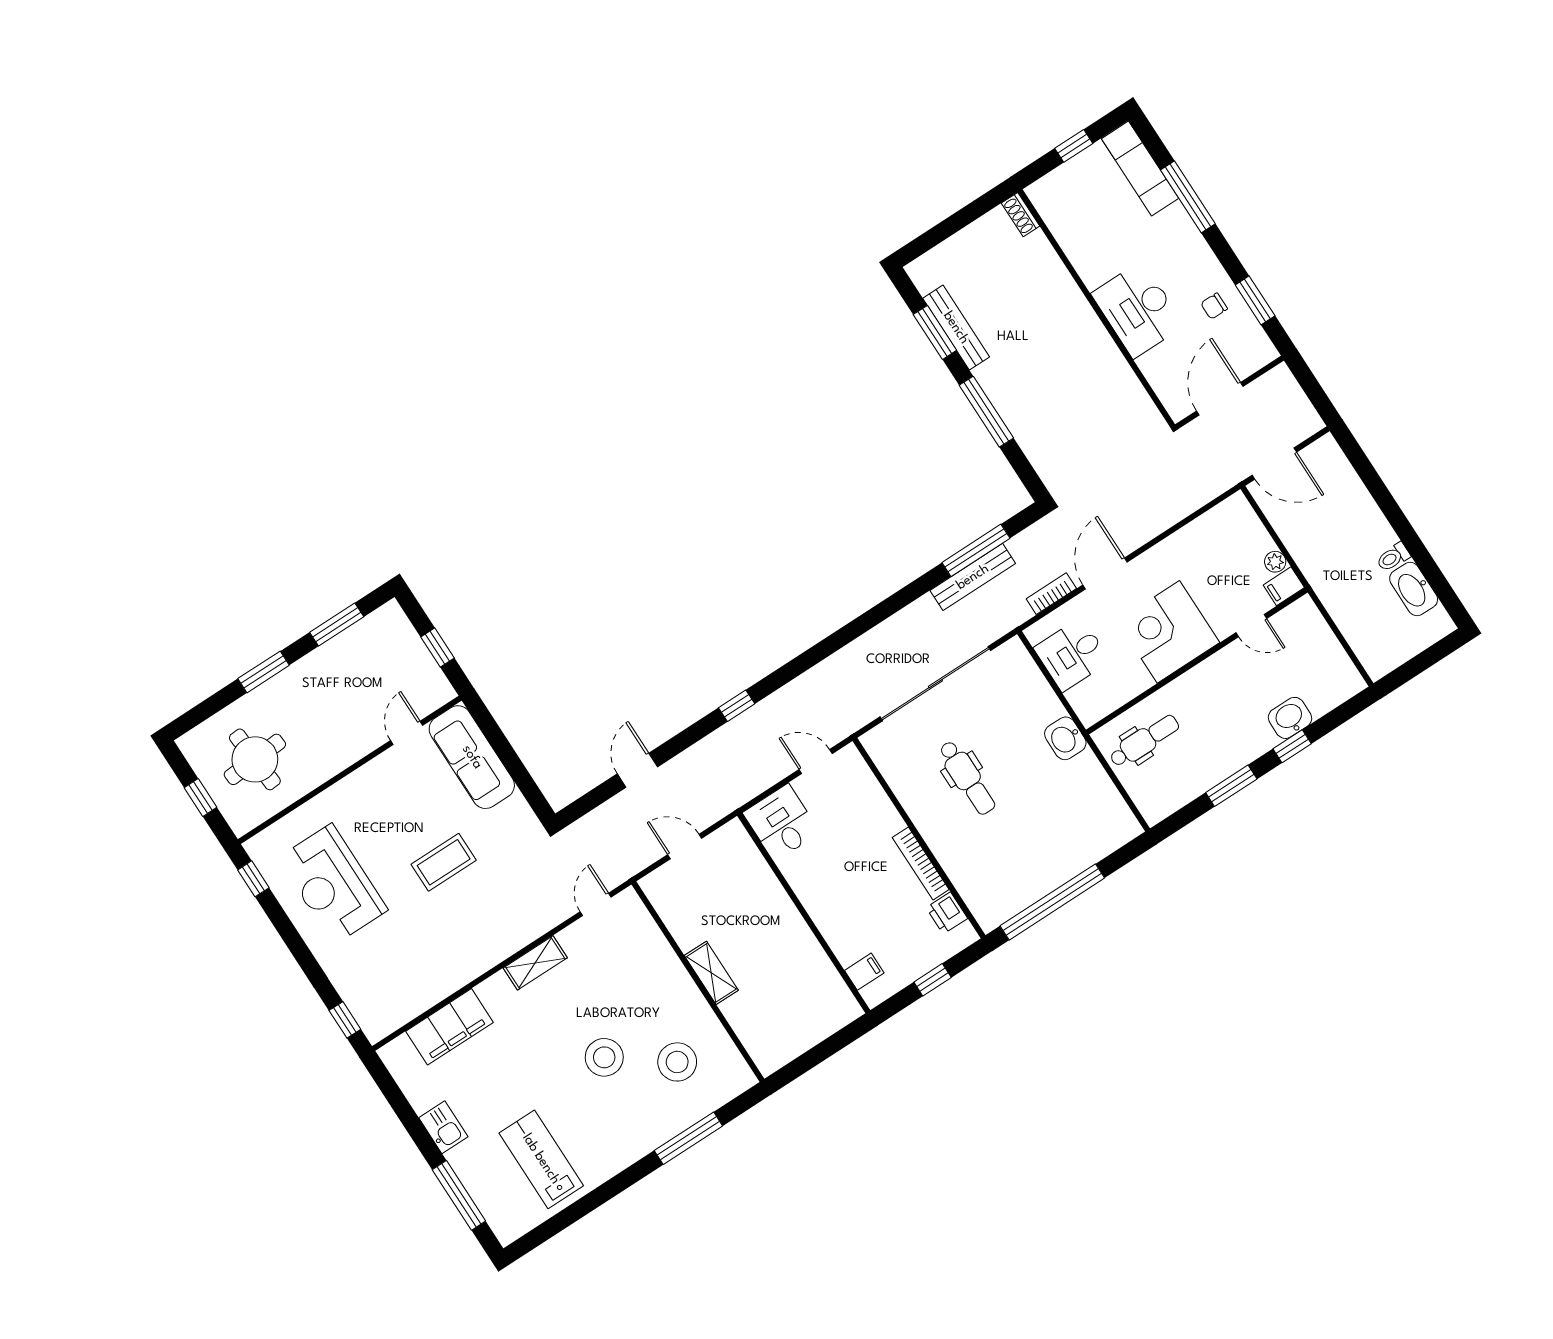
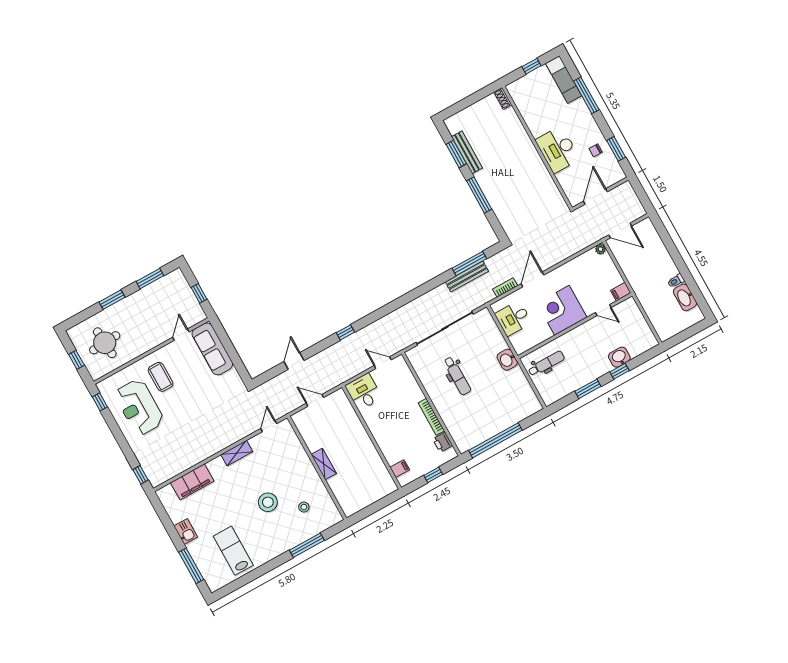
plant: (1275, 562) -> (600, 249), moved
coffee table: (444, 862) -> (161, 377), moved, turned 90
stool: (677, 1062) -> (304, 507), width x0.53, depth x0.53

